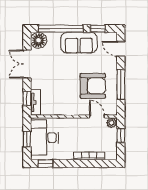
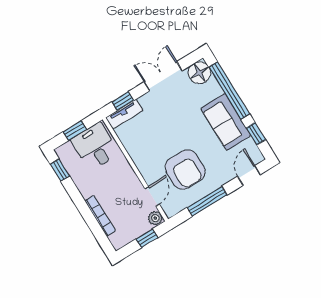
desk: (44, 138) -> (95, 146), width x0.73

